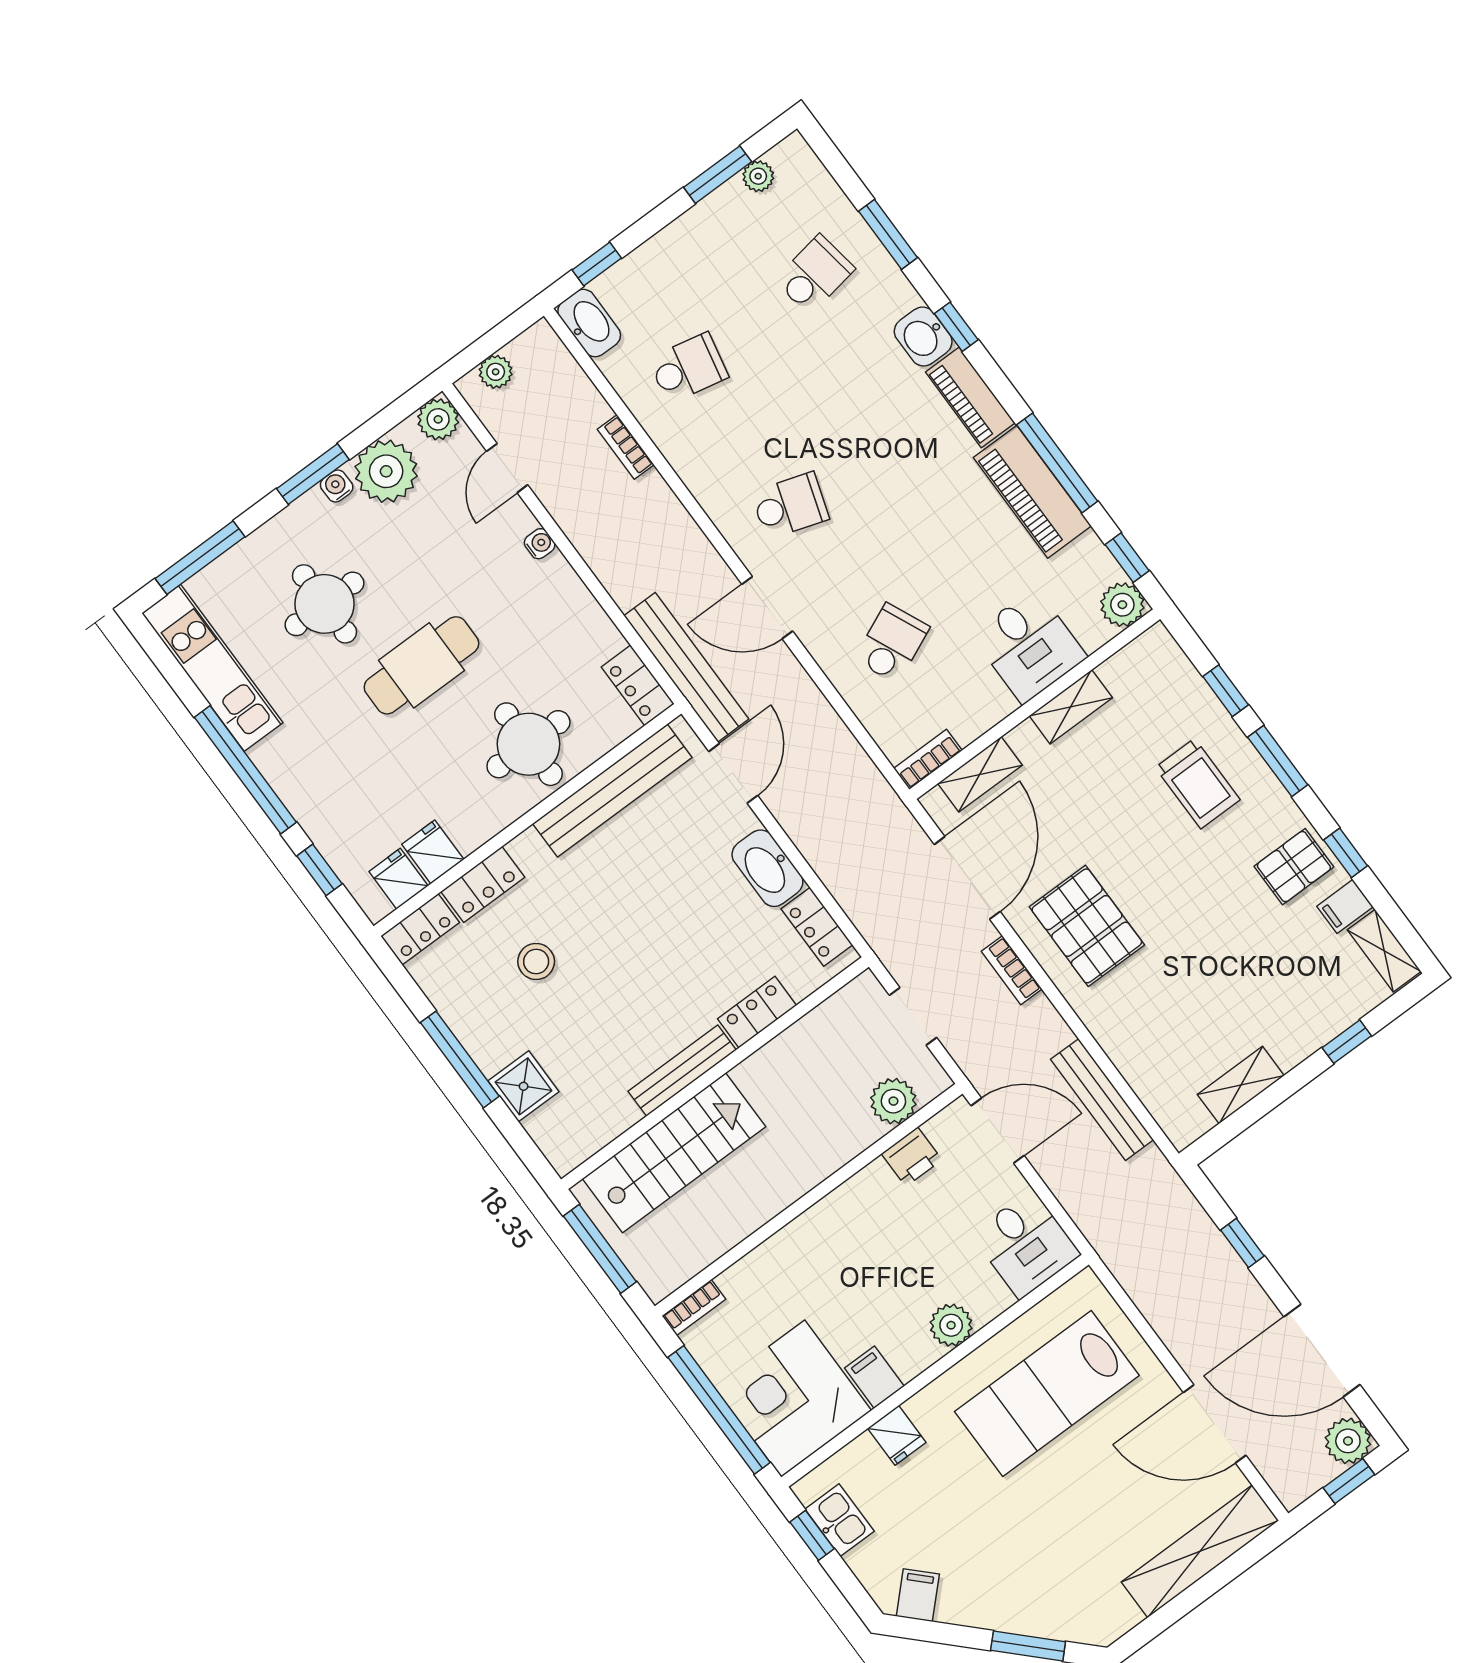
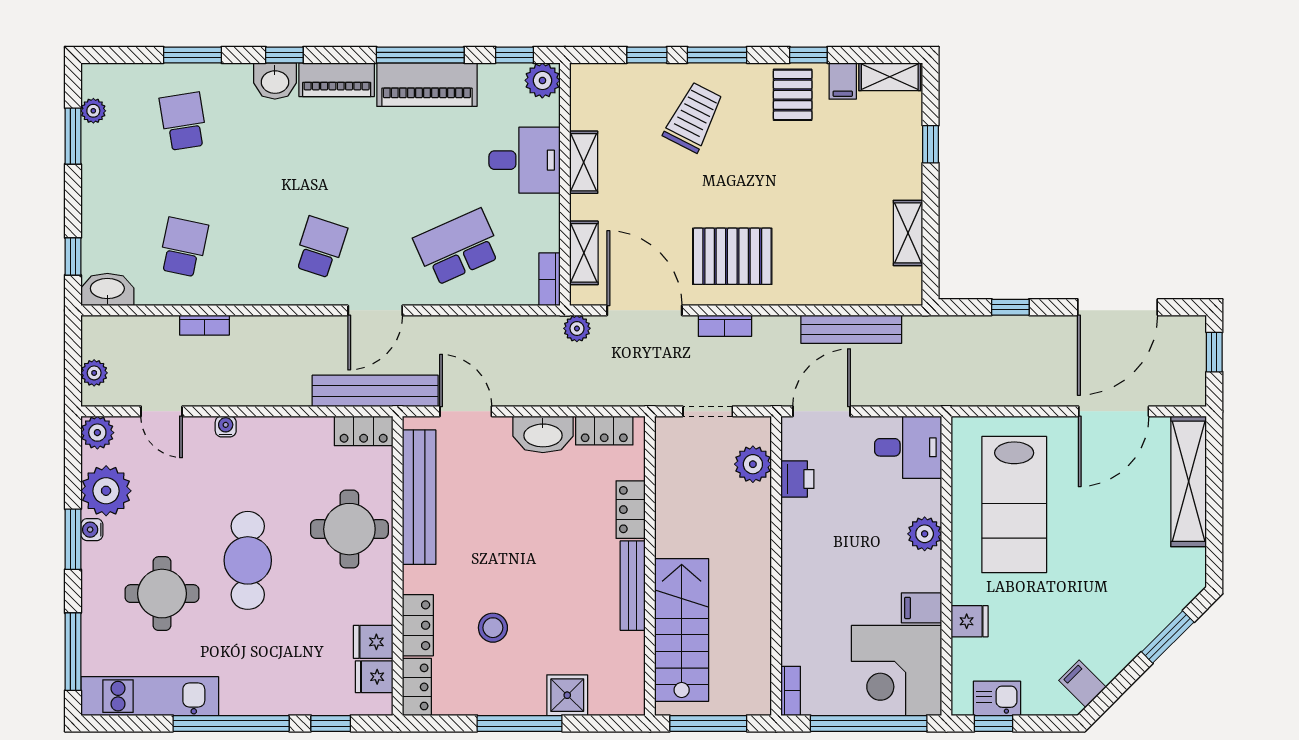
school desk: (892, 643) -> (457, 247), width x1.85
trolley: (1198, 784) -> (693, 117), turned -63
plant: (1348, 1441) -> (577, 328), moved, width x0.73, depth x0.73

